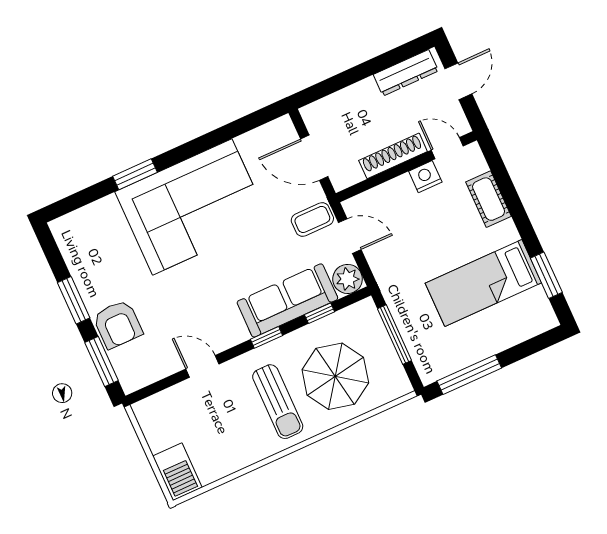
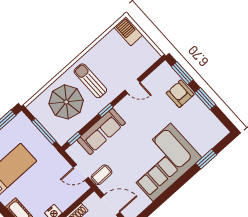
window: (135, 174) -> (206, 159), moved
plant: (348, 279) -> (75, 151), removed
window: (320, 313) -> (74, 138), moved

